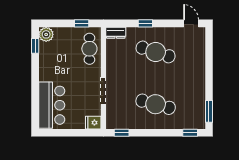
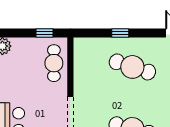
dresser: (116, 33) -> (85, 44), removed

